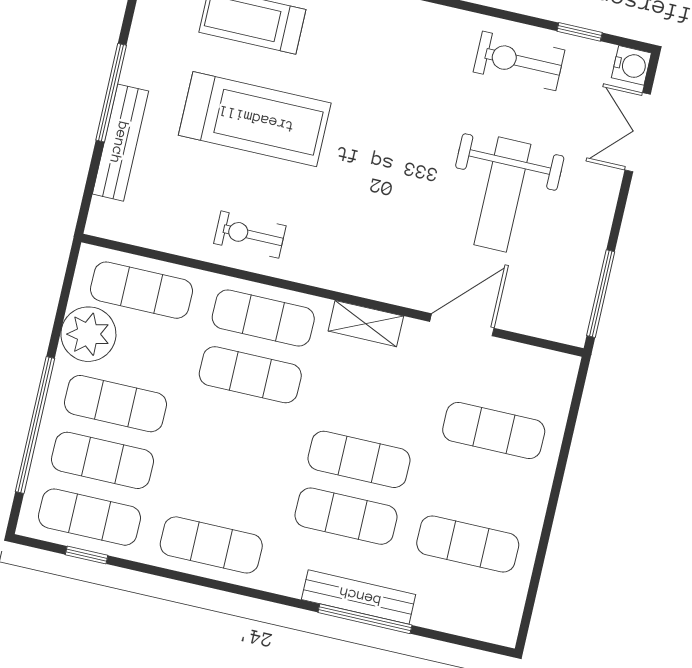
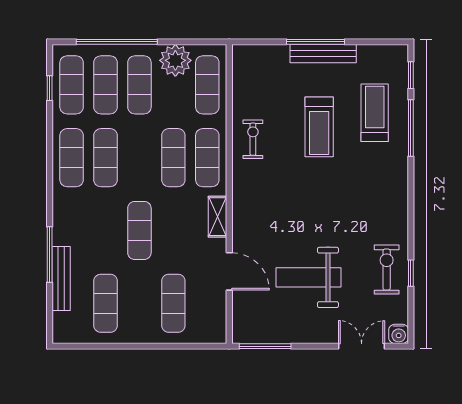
window: (580, 32) -> (411, 273), moved
treadmill: (255, 119) -> (319, 127), width x0.73, depth x0.73
bench: (120, 143) -> (323, 54), moved
exercise mat: (346, 516) -> (106, 158), moved
bench: (359, 597) -> (61, 278), moved

